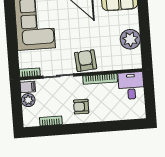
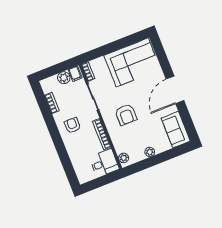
plant: (130, 39) -> (150, 152), width x0.53, depth x0.53
armchair: (86, 61) -> (126, 115), moved, turned 95
plant: (132, 64) -> (124, 158), added

